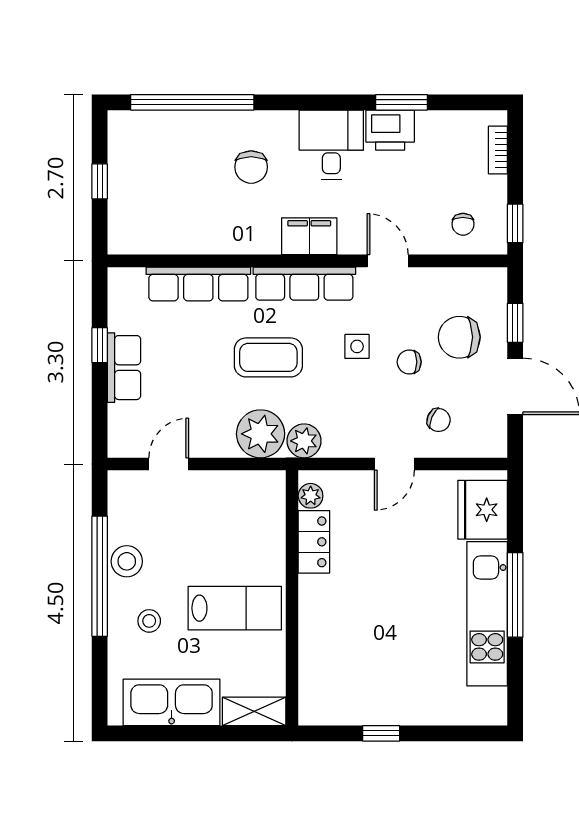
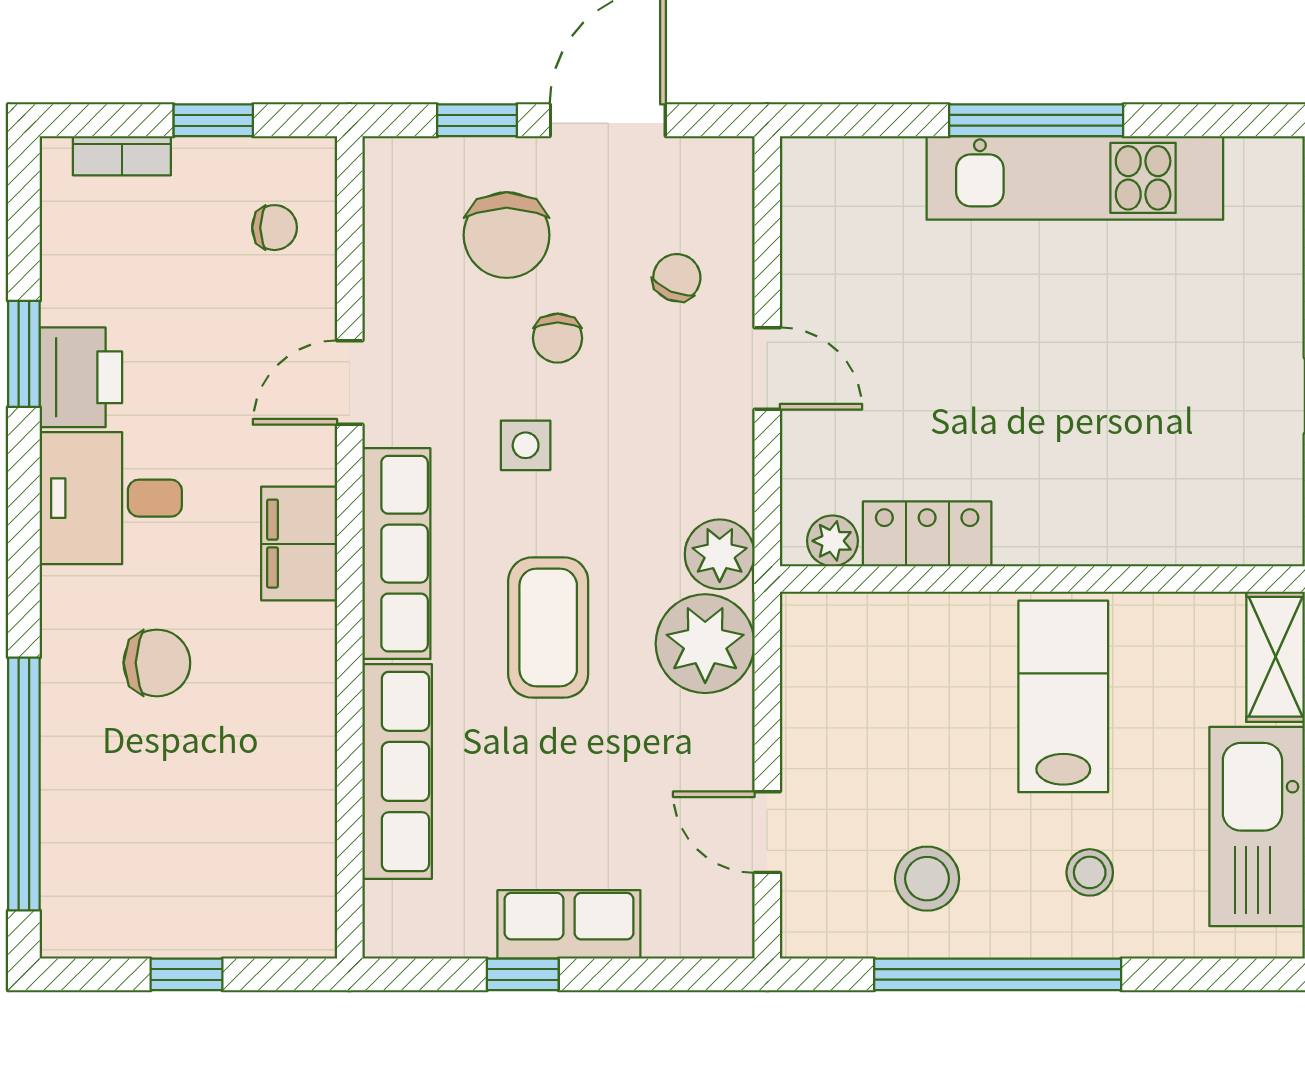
window: (515, 223) -> (213, 120), moved
fridge: (483, 510) -> (861, 187), removed
stool: (127, 561) -> (927, 879), moved

